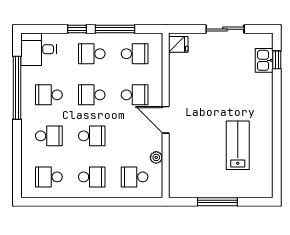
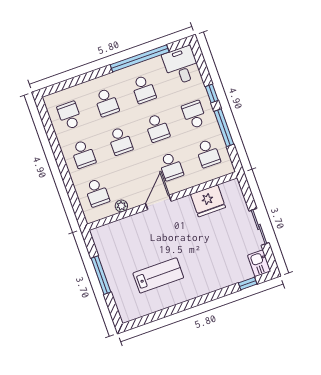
fridge: (178, 44) -> (208, 201), moved, width x1.88, depth x1.34
kitchen sink: (264, 60) -> (259, 263), moved, turned -90
school desk: (49, 95) -> (144, 89), turned 180
school desk: (92, 95) -> (157, 128), turned 180
school desk: (135, 177) -> (97, 193), turned 180

